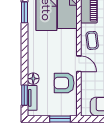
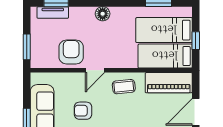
floor lamp: (33, 79) -> (103, 14), moved

